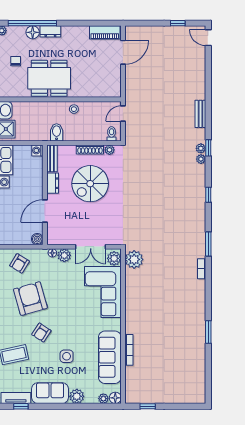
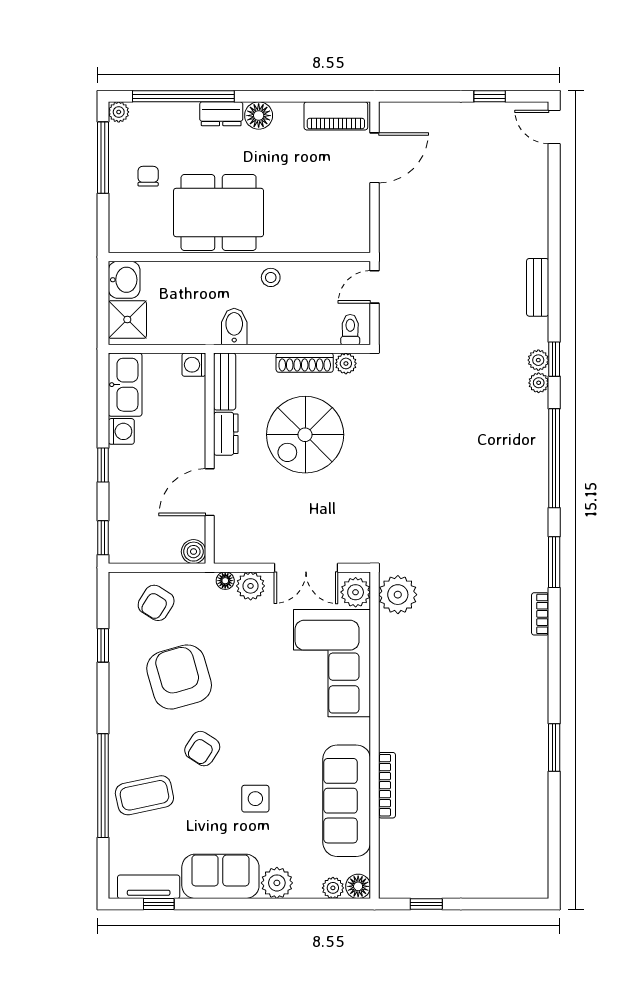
floor lamp: (33, 32) -> (259, 116), moved
window: (208, 195) -> (554, 458), width x3.17

